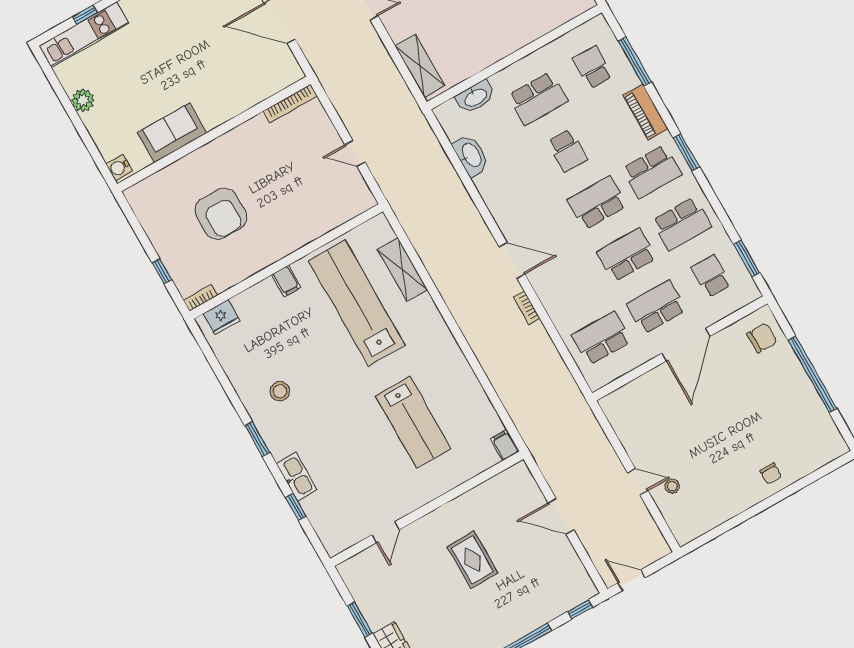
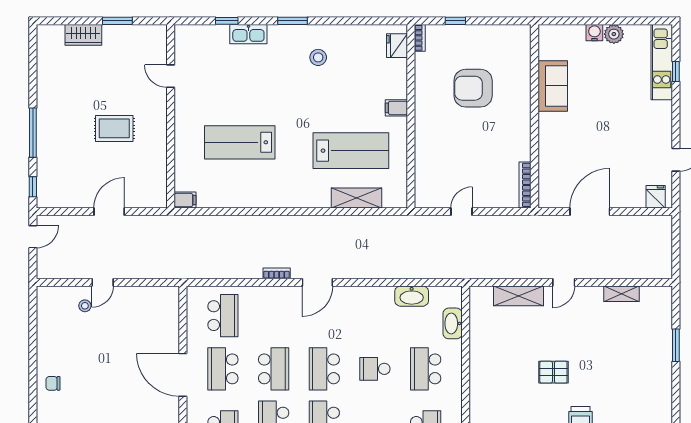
shelving: (420, 66) -> (518, 296), moved
water cooler: (119, 167) -> (594, 33), moved
school desk: (597, 203) -> (324, 369), turned 180
lab bench: (357, 303) -> (351, 151), width x0.73
school desk: (656, 307) -> (223, 369), turned 180

